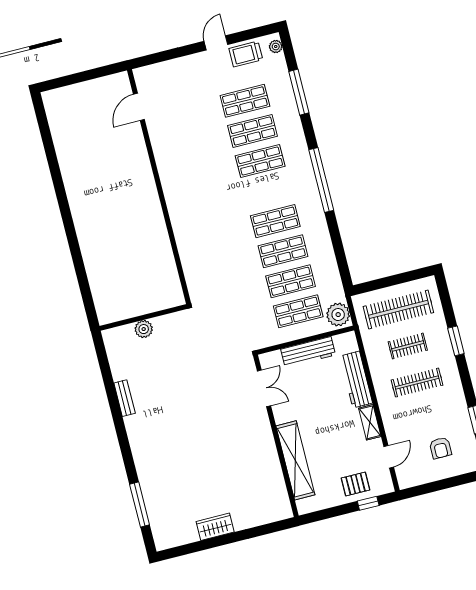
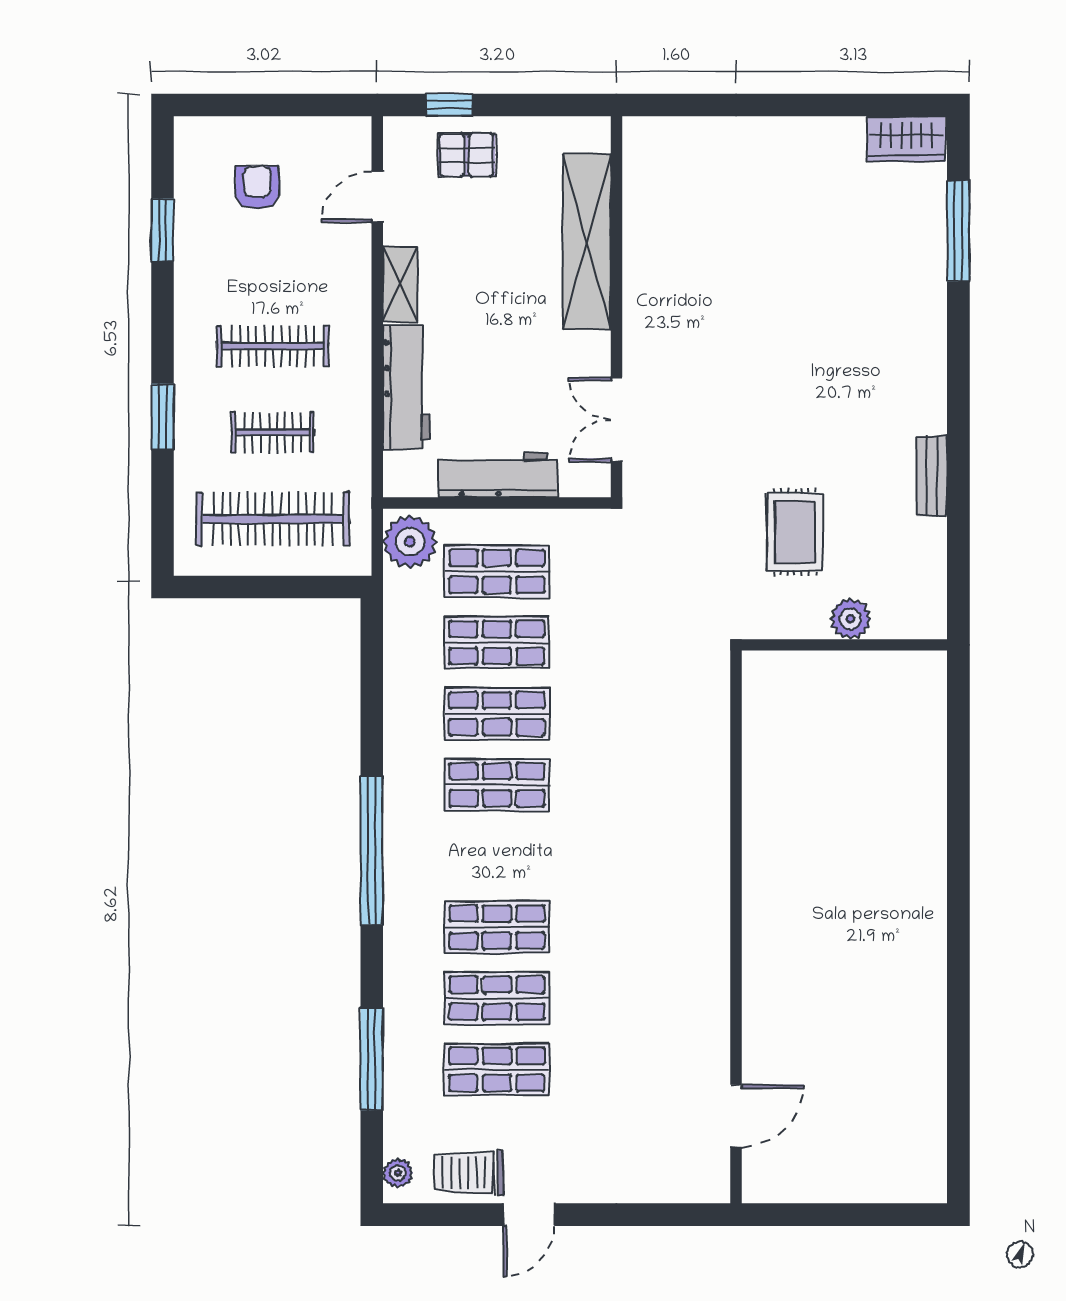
trolley: (246, 54) -> (469, 1173), turned 180
rug: (176, 360) -> (795, 532), added
wardrobe: (215, 527) -> (906, 139), moved

